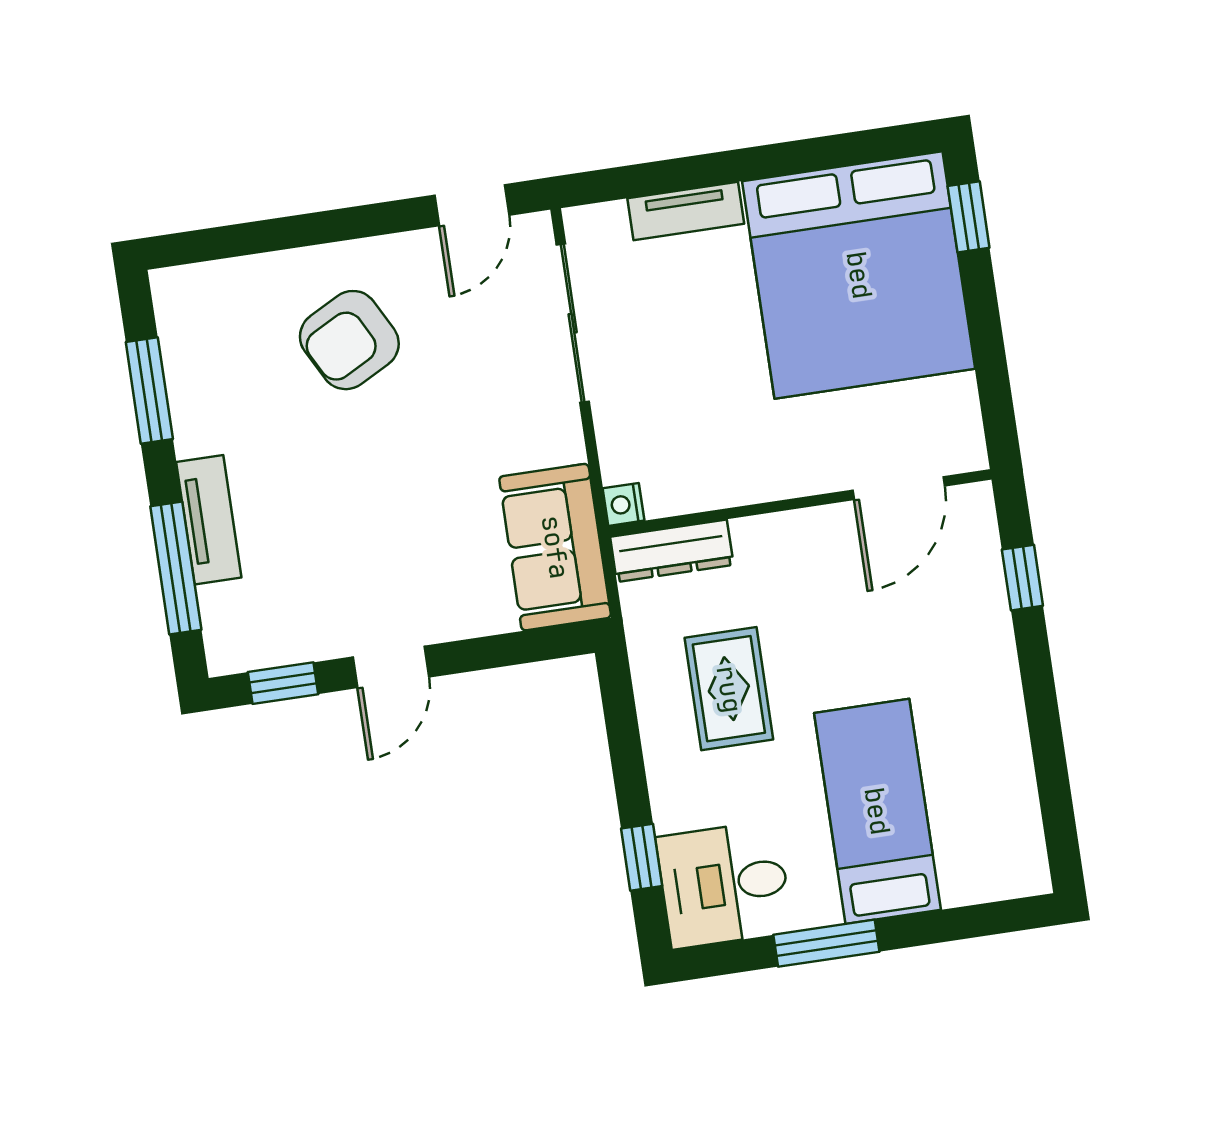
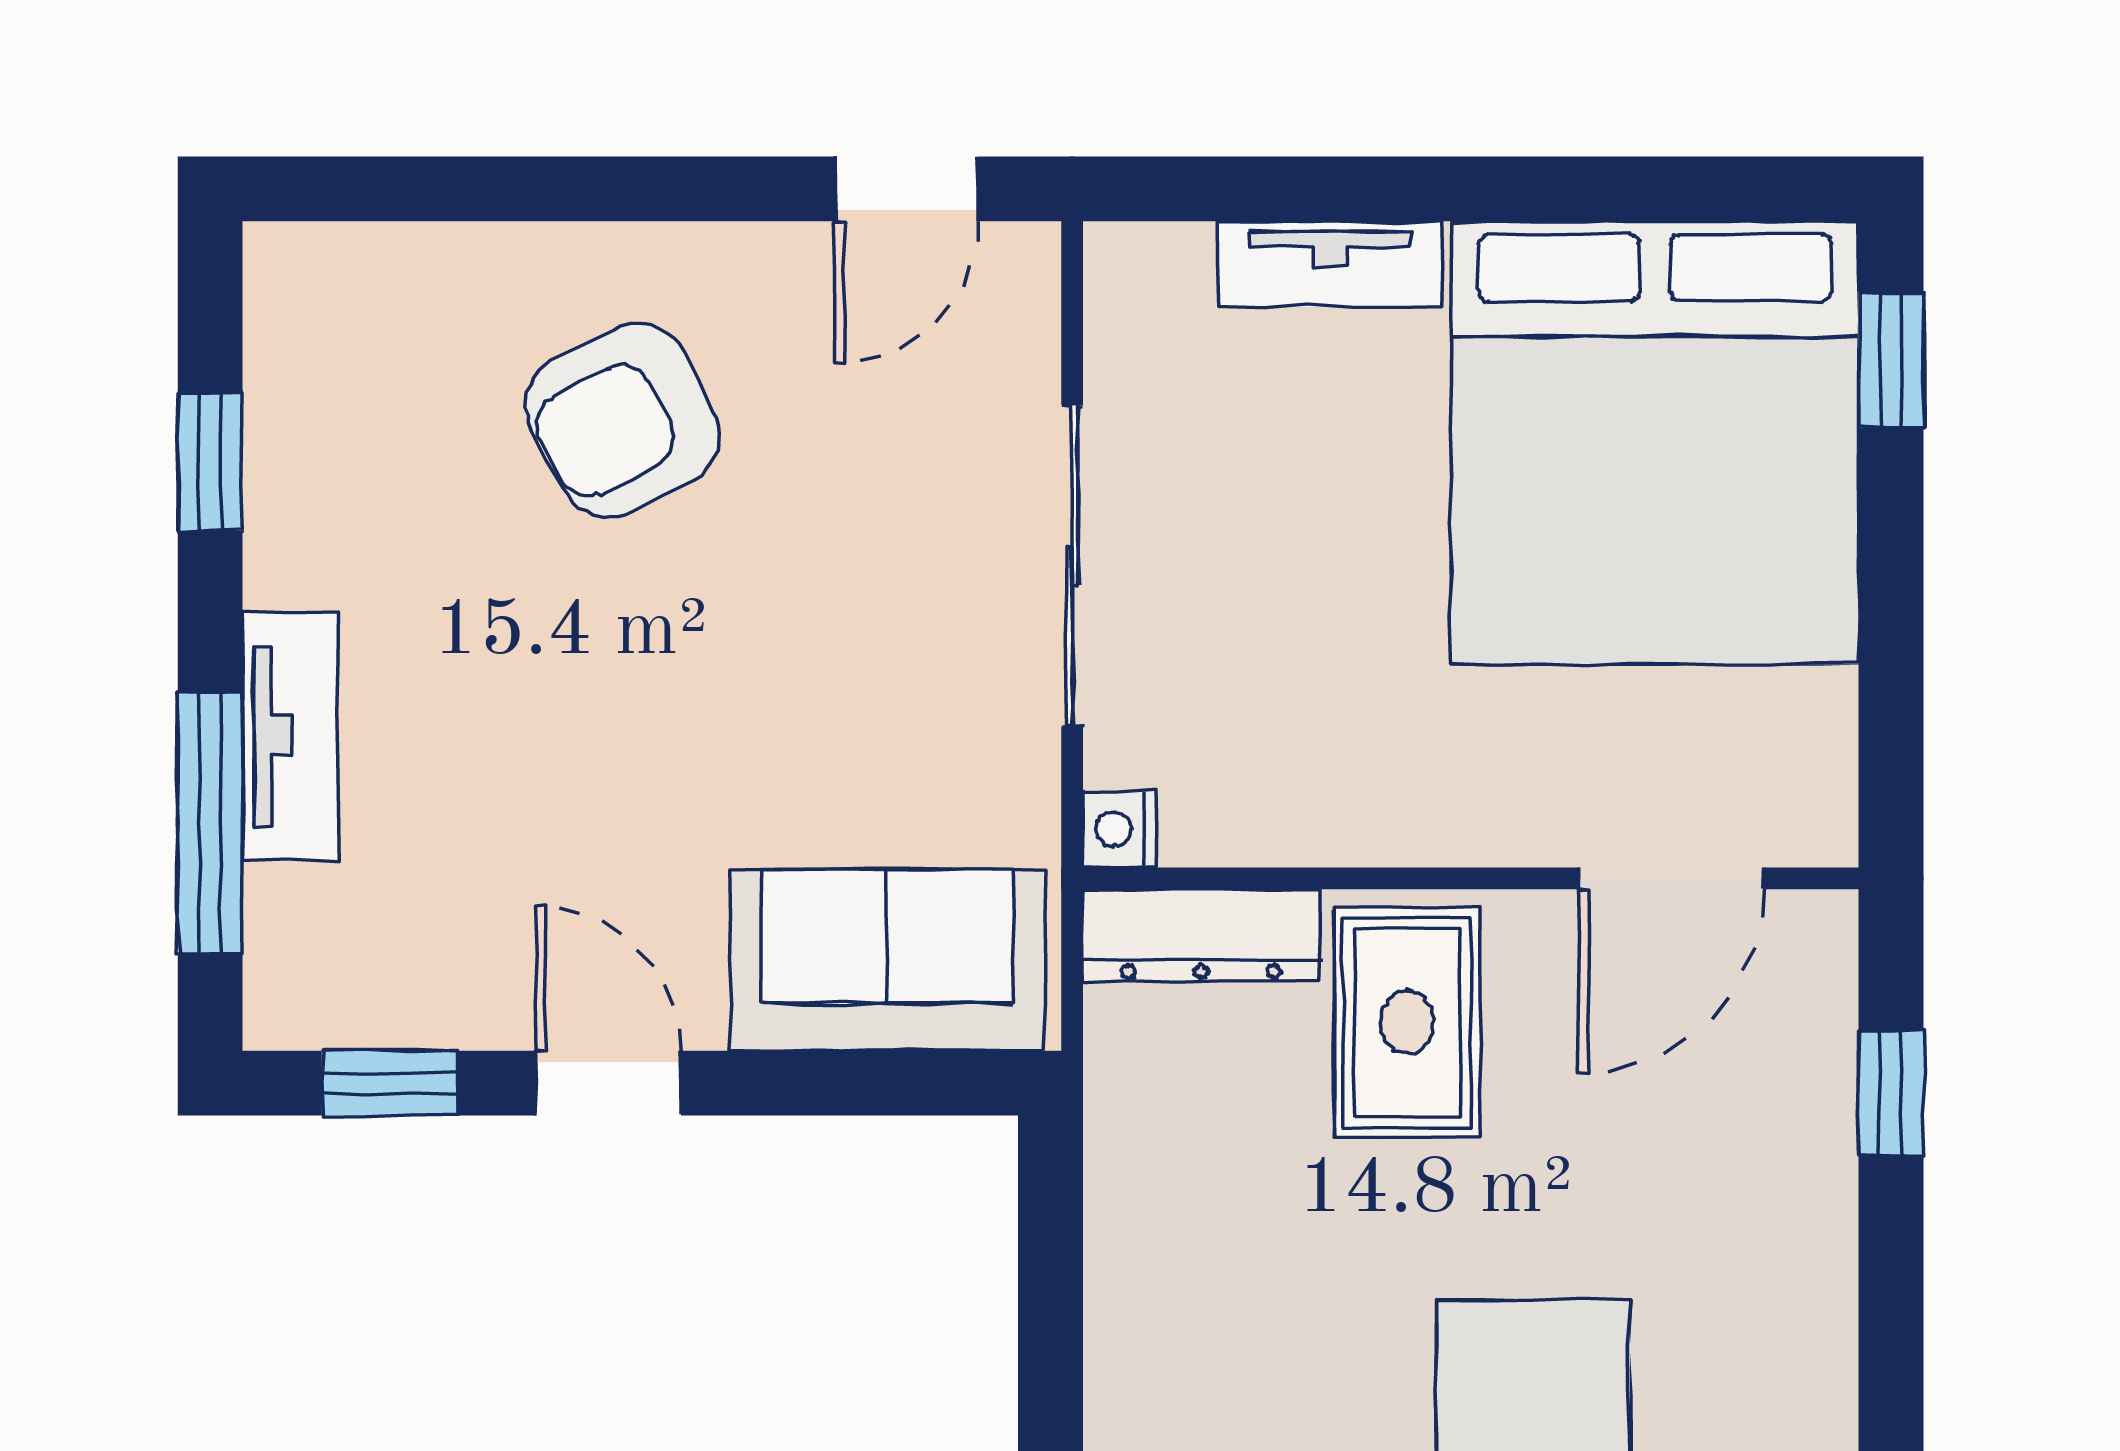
sliding door: (573, 323) -> (1072, 566), moved
window: (149, 391) -> (210, 462), width x0.67
sofa: (555, 547) -> (887, 960), moved, turned 90
door: (391, 667) -> (608, 1083), swing flipped
rug: (729, 689) -> (1407, 1023), moved

